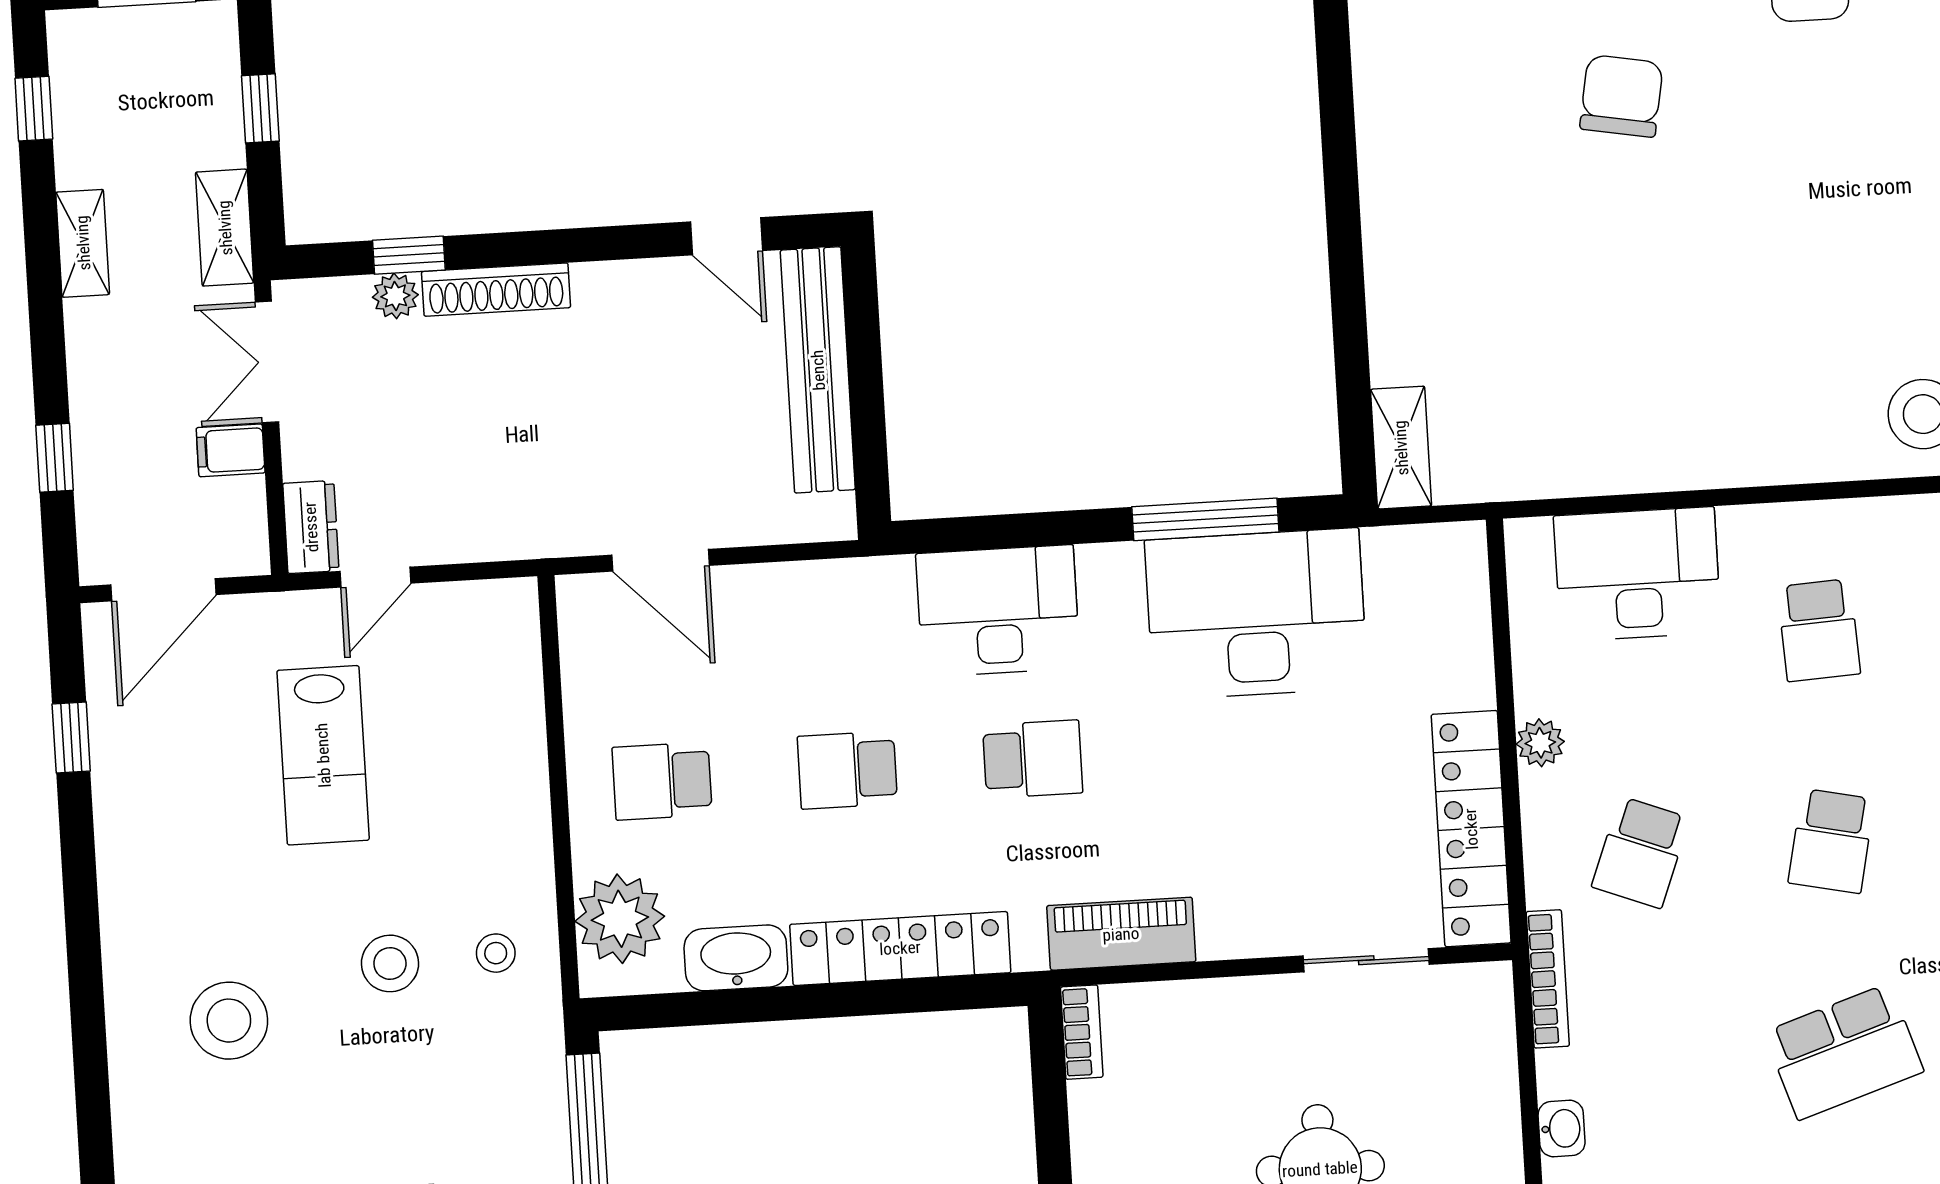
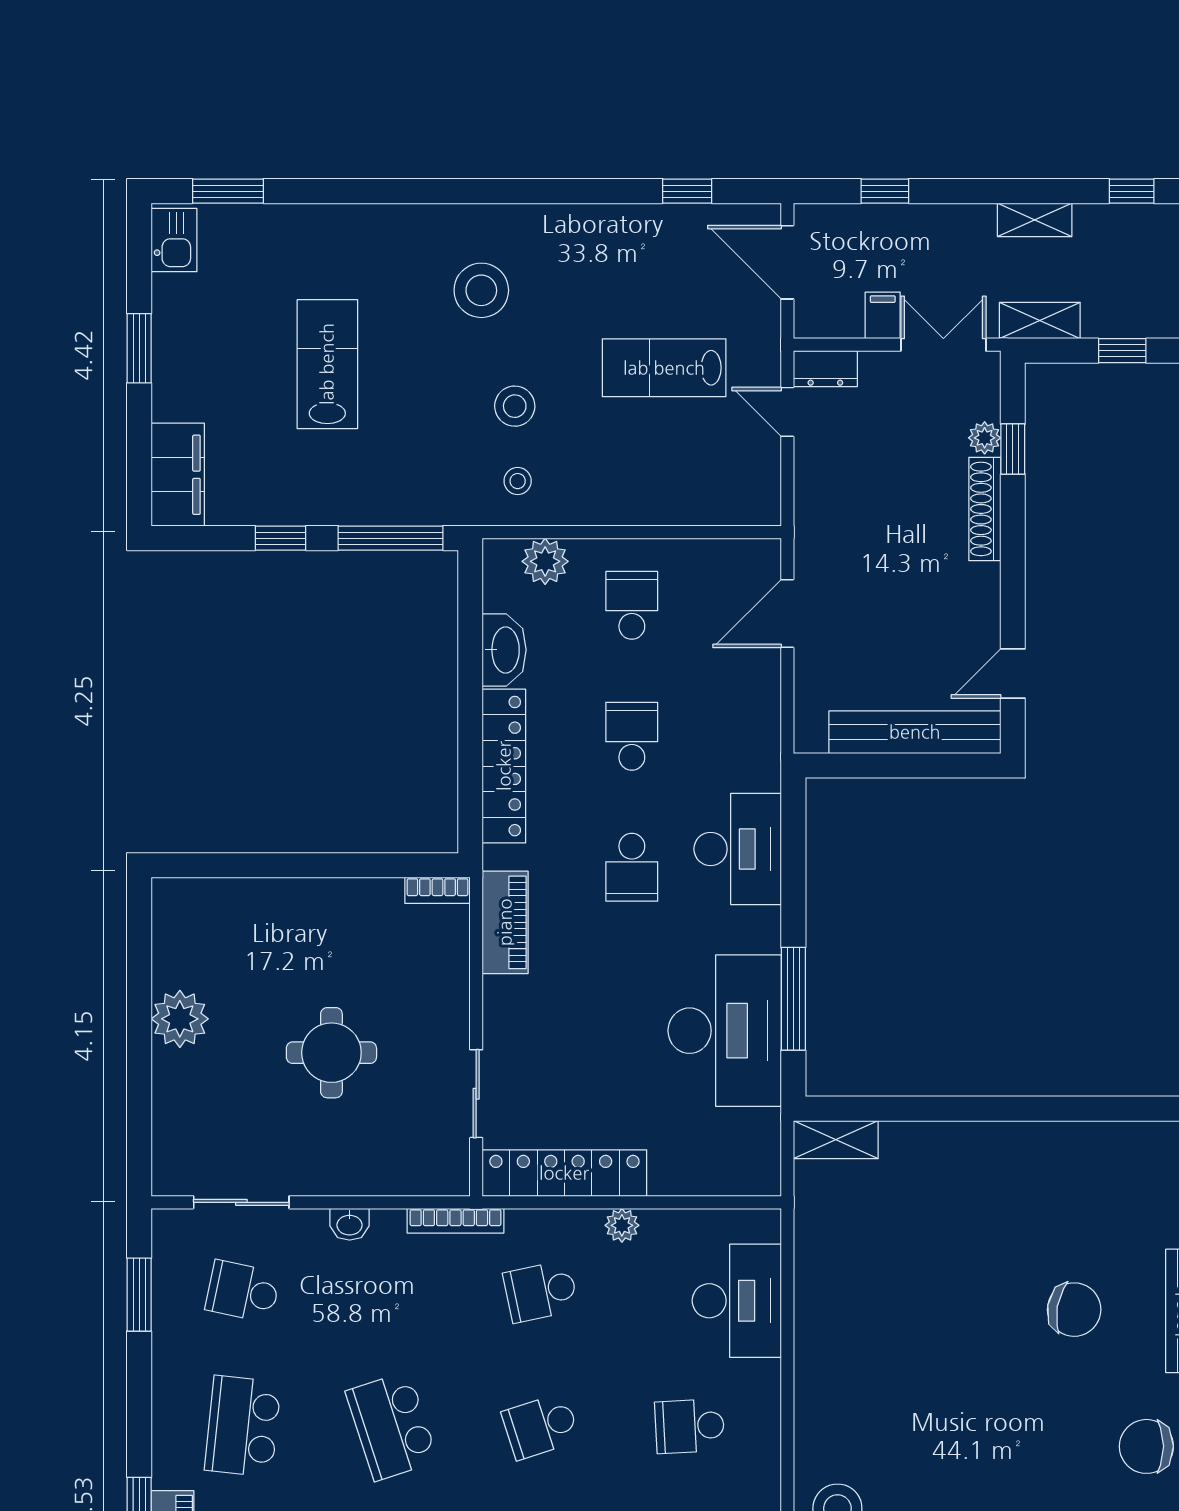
school desk: (1831, 841) -> (541, 1426), turned -30
school desk: (1641, 852) -> (541, 1291), turned -33
plant: (620, 919) -> (545, 561), width x0.73, depth x0.73

